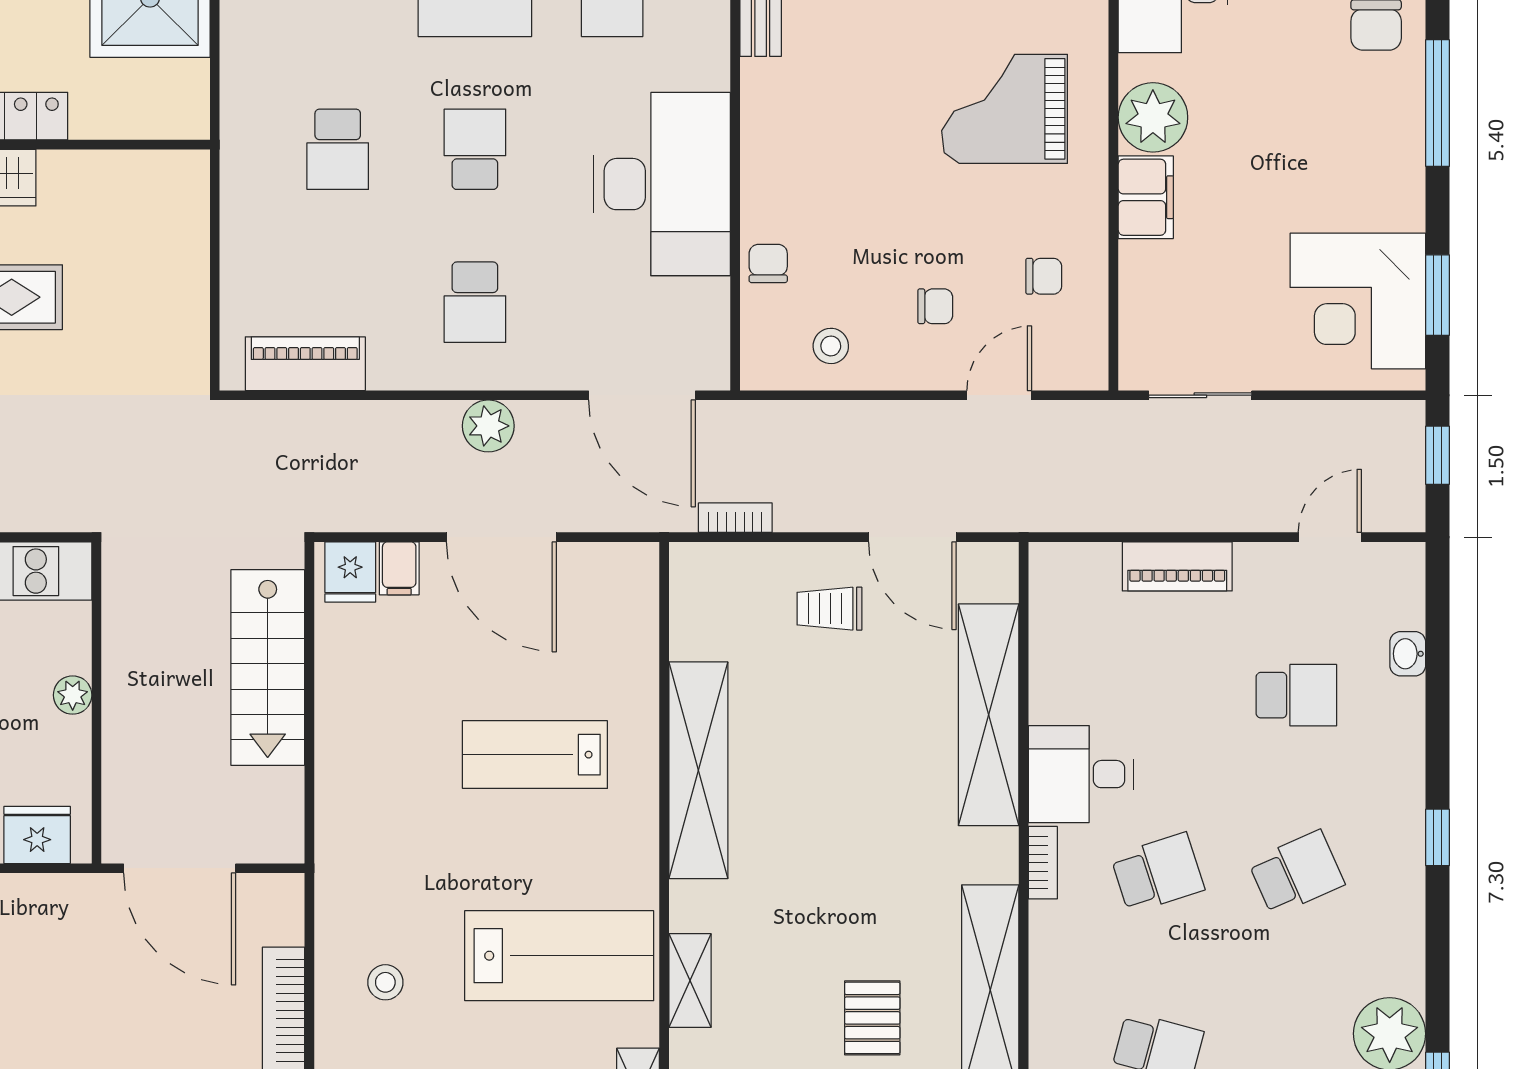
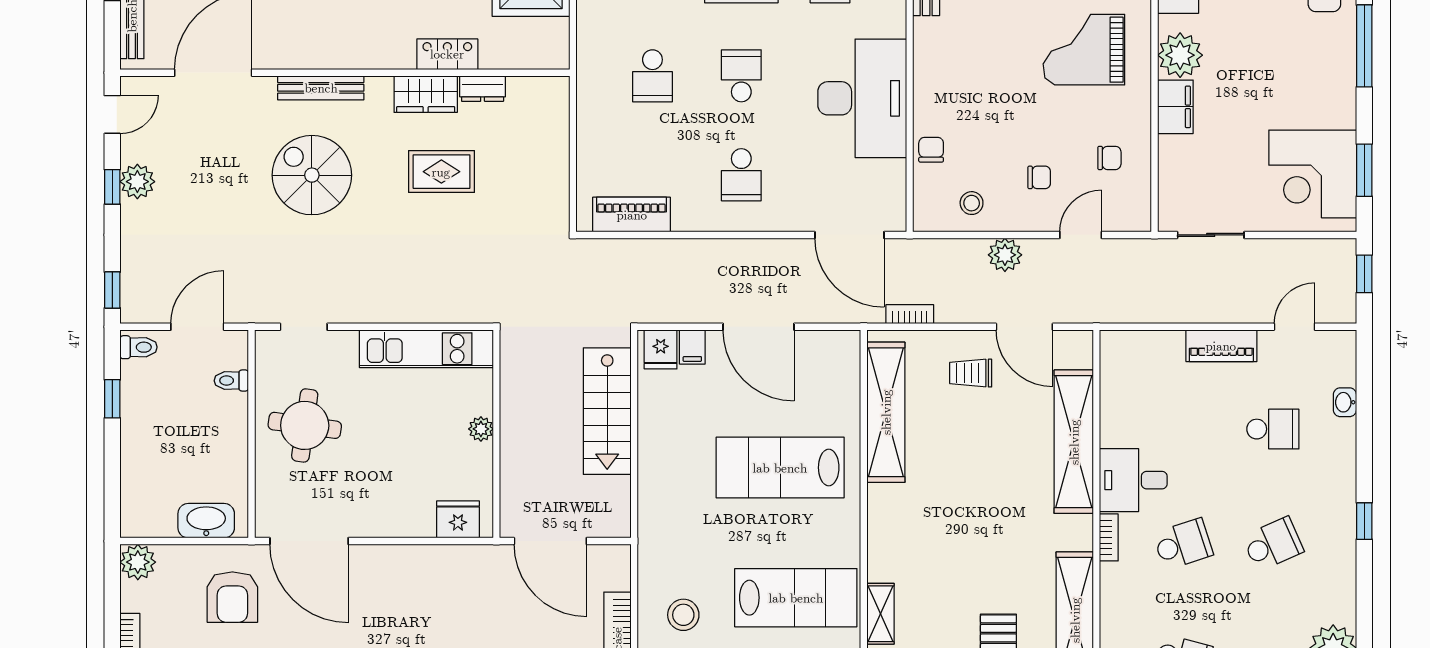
dresser: (75, 169) -> (483, 89), added
plant: (488, 426) -> (1005, 255), moved
piano: (1177, 566) -> (1221, 346), moved
lab bench: (535, 755) -> (780, 468), width x1.36, depth x1.39
shelving: (698, 770) -> (886, 412), moved
stool: (385, 982) -> (683, 615), width x1.37, depth x1.37

